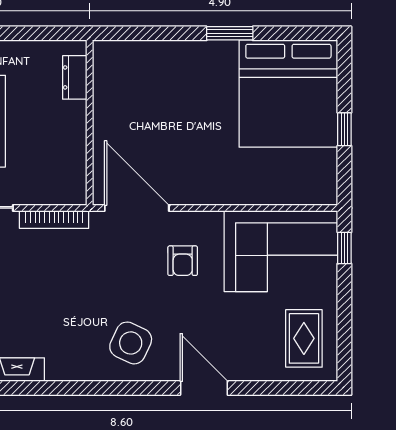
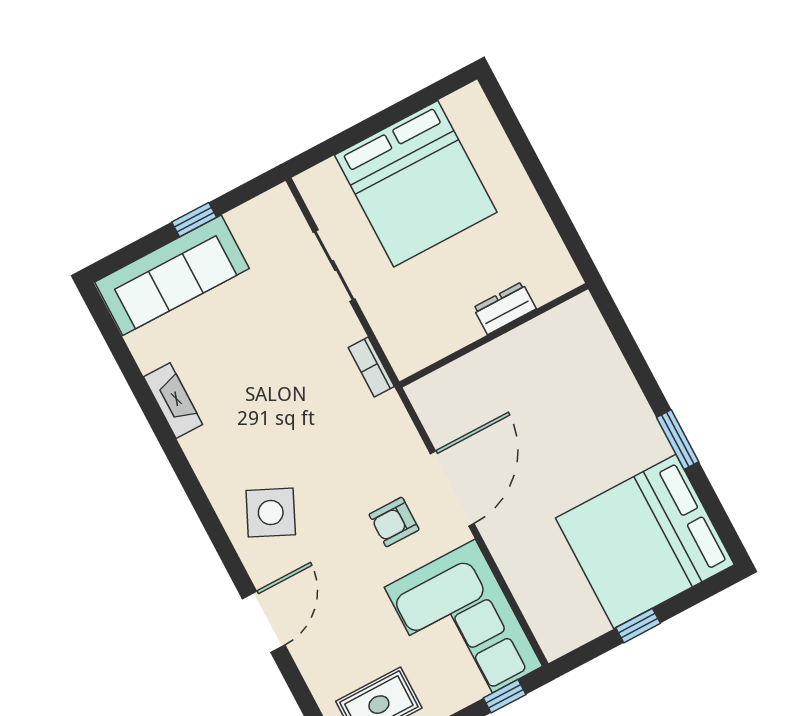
dresser: (75, 77) -> (505, 308), moved
door: (137, 208) -> (452, 488), moved
bookcase: (54, 220) -> (371, 367), width x0.64

